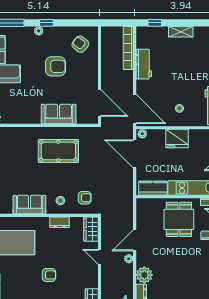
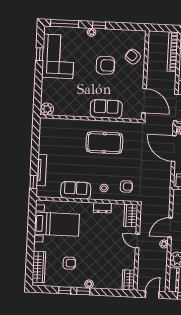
armchair: (80, 44) -> (133, 57), moved
armchair: (49, 275) -> (69, 263), moved

